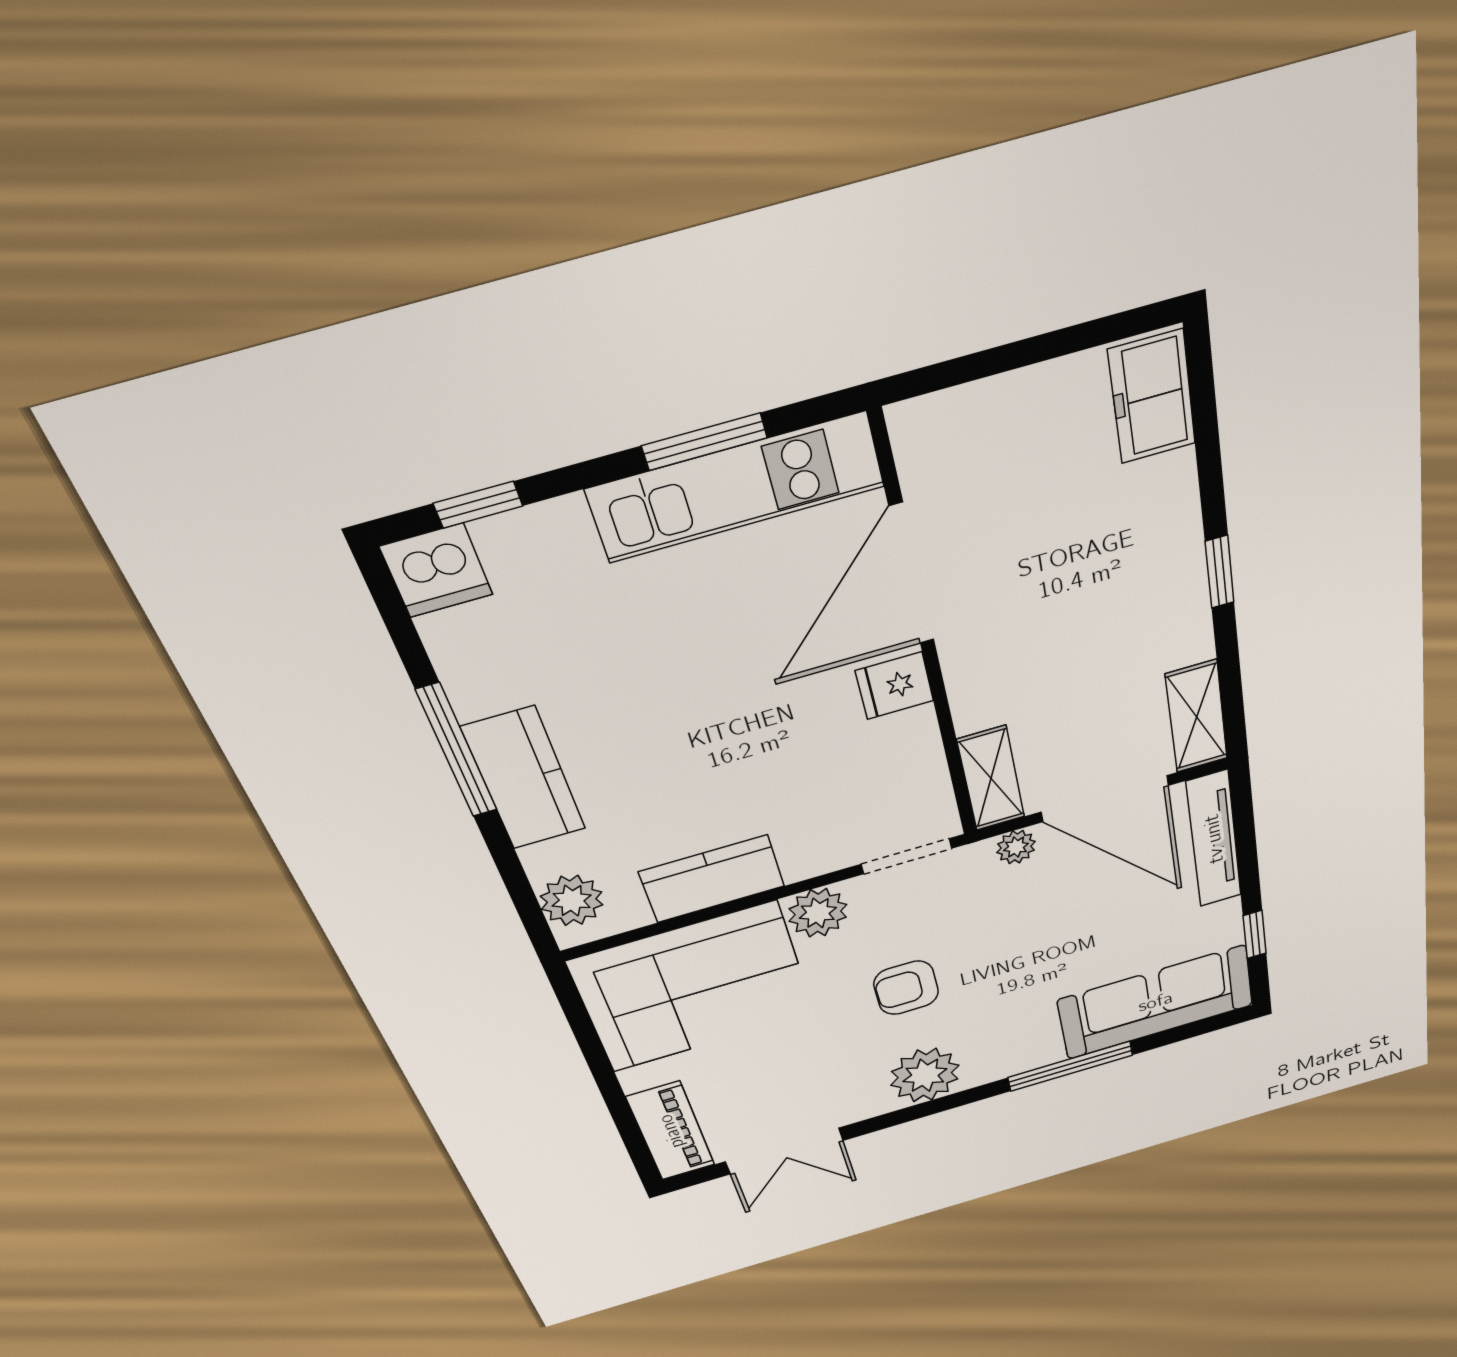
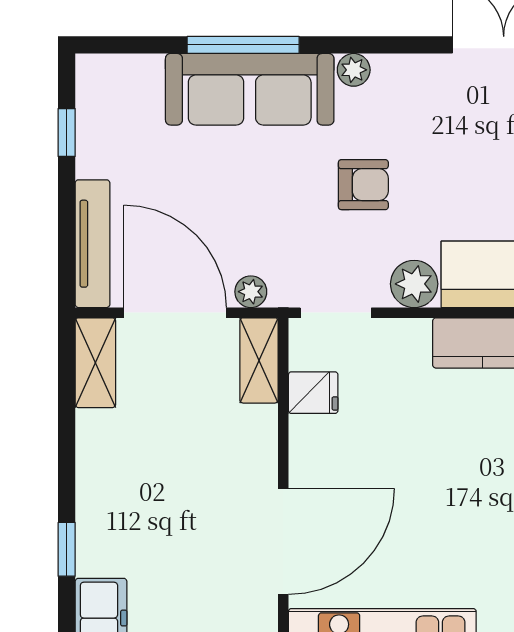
window: (1220, 572) -> (67, 549), moved
fridge: (895, 686) -> (313, 393), moved
sofa: (1156, 1002) -> (250, 89), moved
plant: (925, 1075) -> (354, 70), width x0.53, depth x0.53

